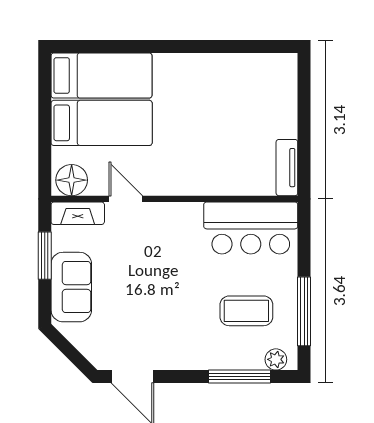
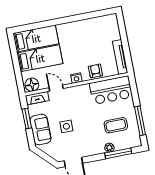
tv unit: (287, 168) -> (120, 57), width x1.41
armchair: (224, 177) -> (95, 71), added
nightstand: (177, 185) -> (76, 78), added
side table: (132, 291) -> (66, 126), added
plant: (276, 359) -> (109, 148), moved

